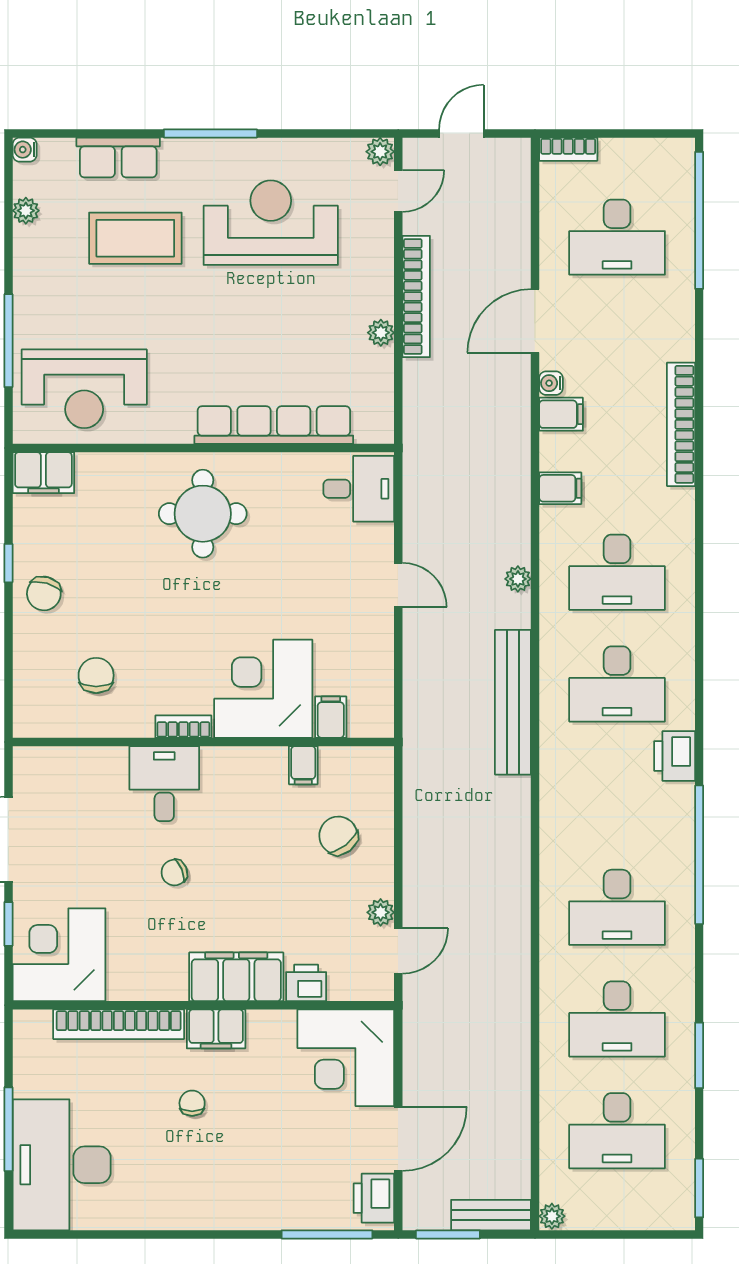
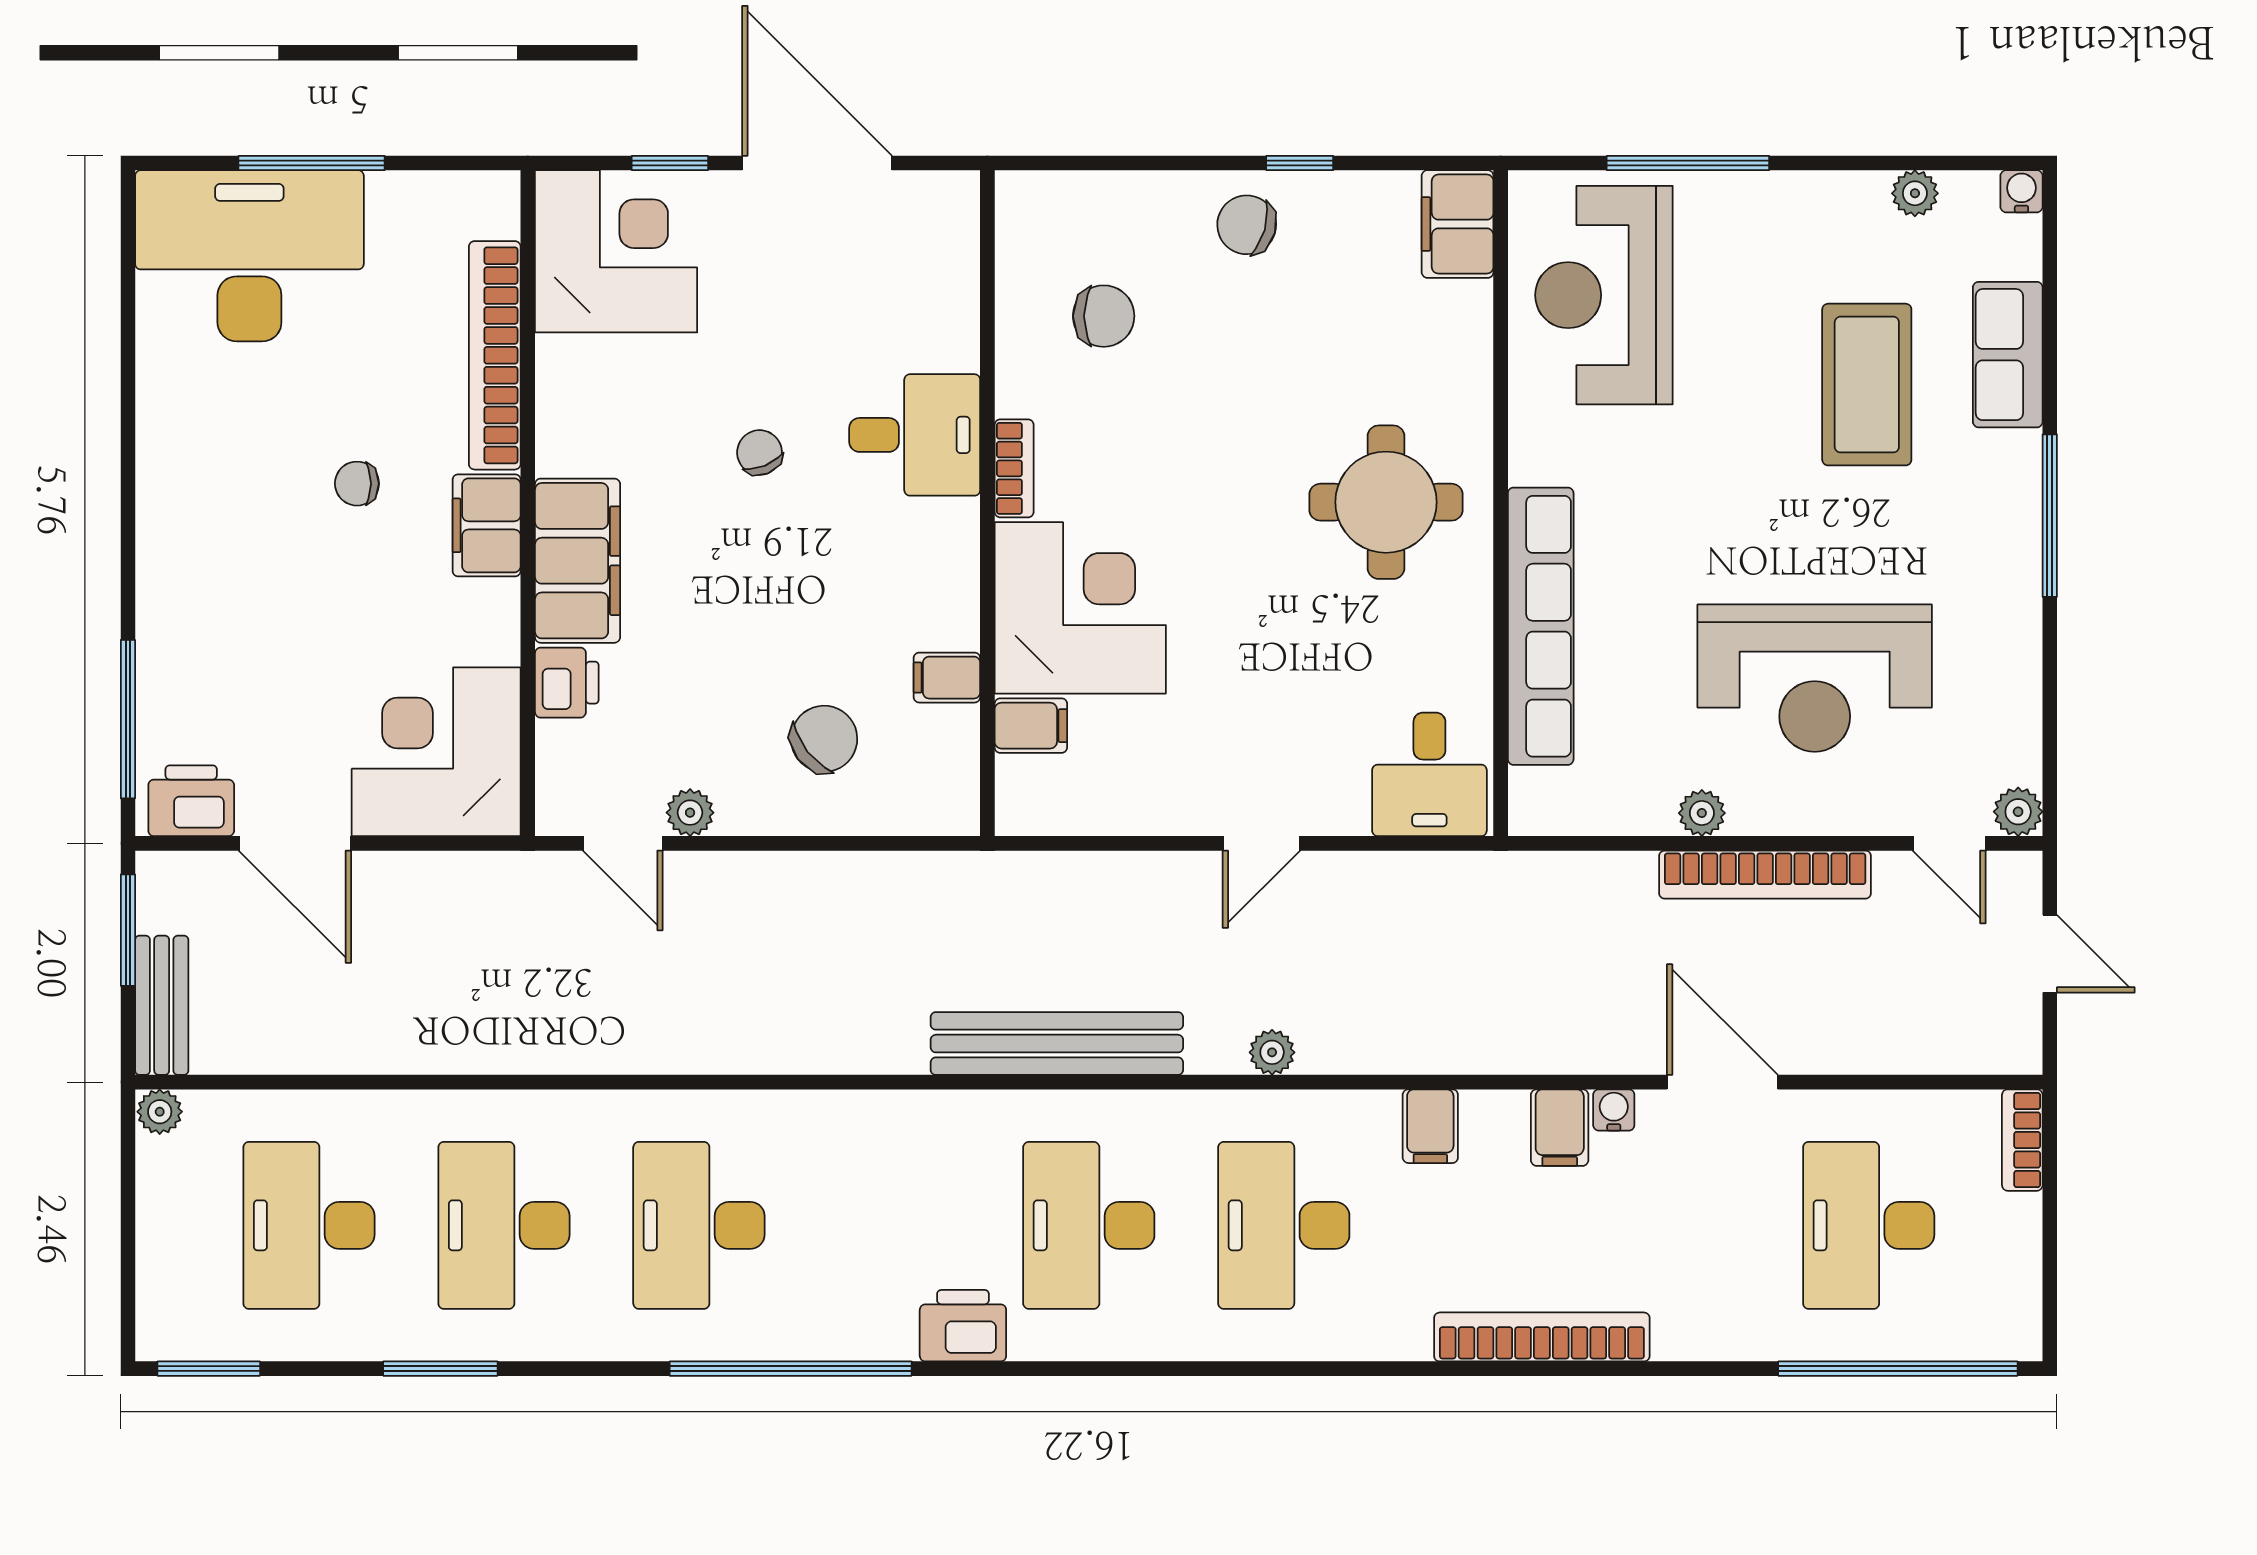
reception desk: (271, 223) -> (1815, 678), moved, turned 90
chair: (192, 1103) -> (357, 484), turned 180

